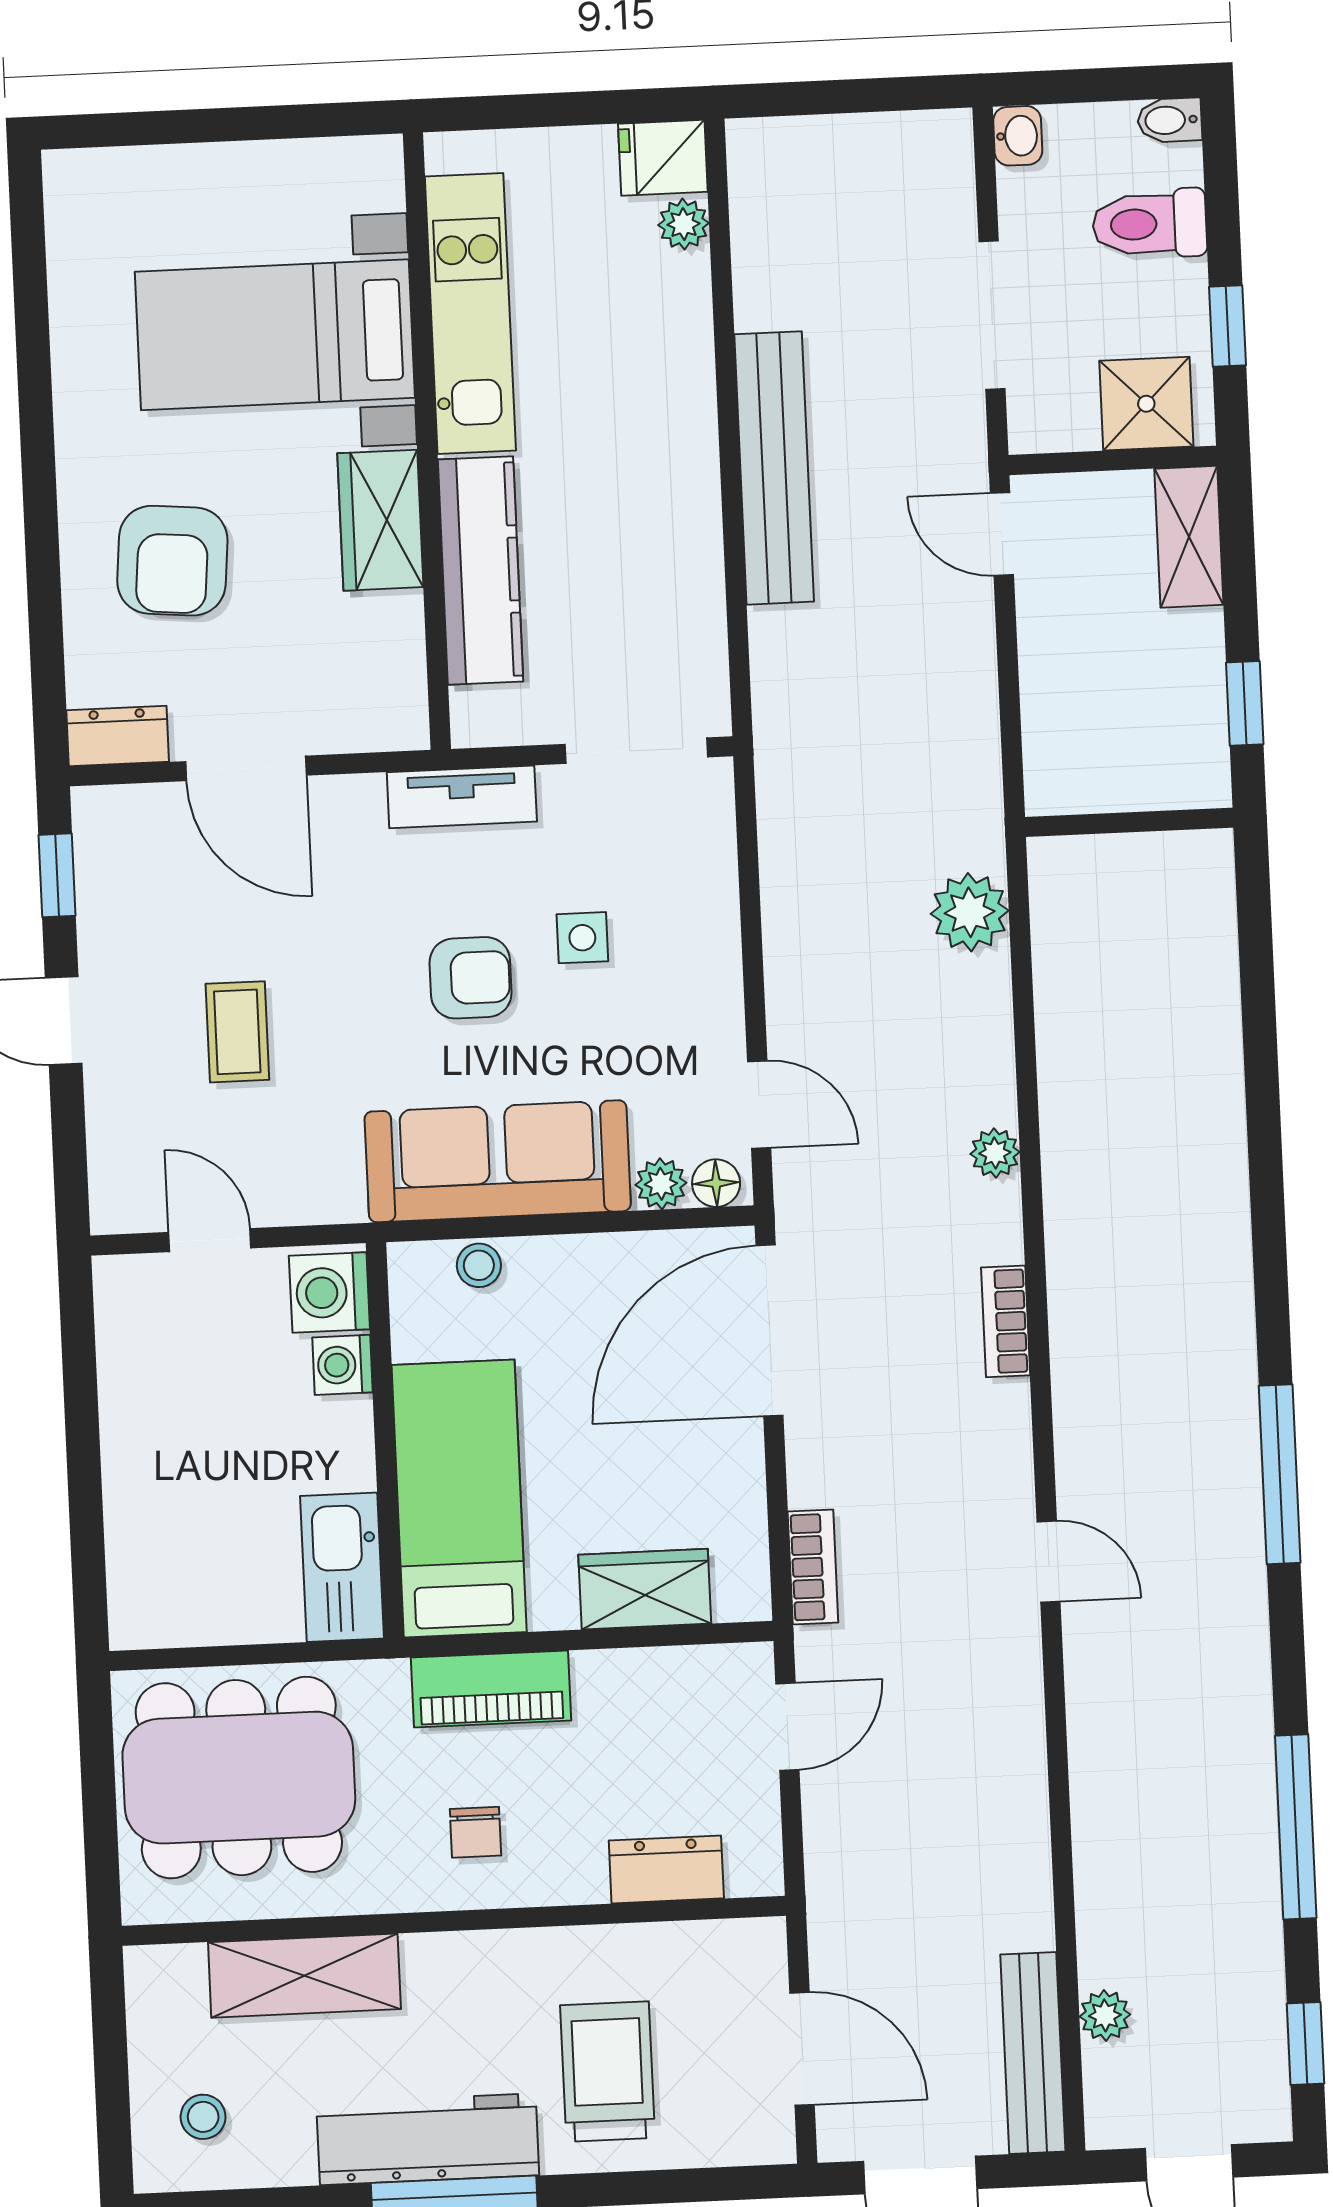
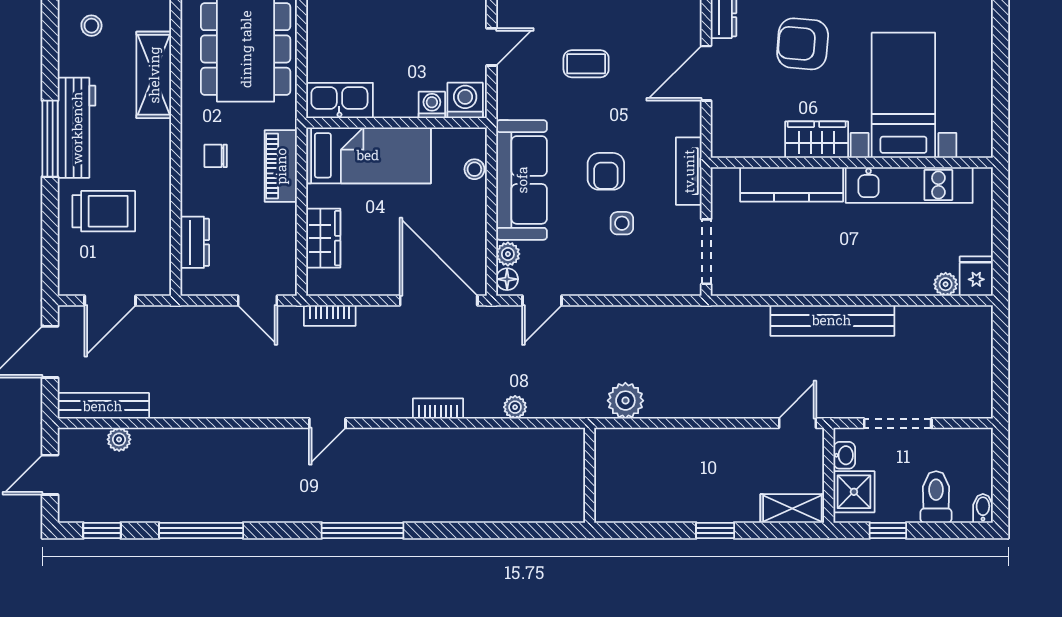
washbasin: (1018, 136) -> (844, 455), moved, turned -90
wall: (1129, 822) -> (590, 475), moved

